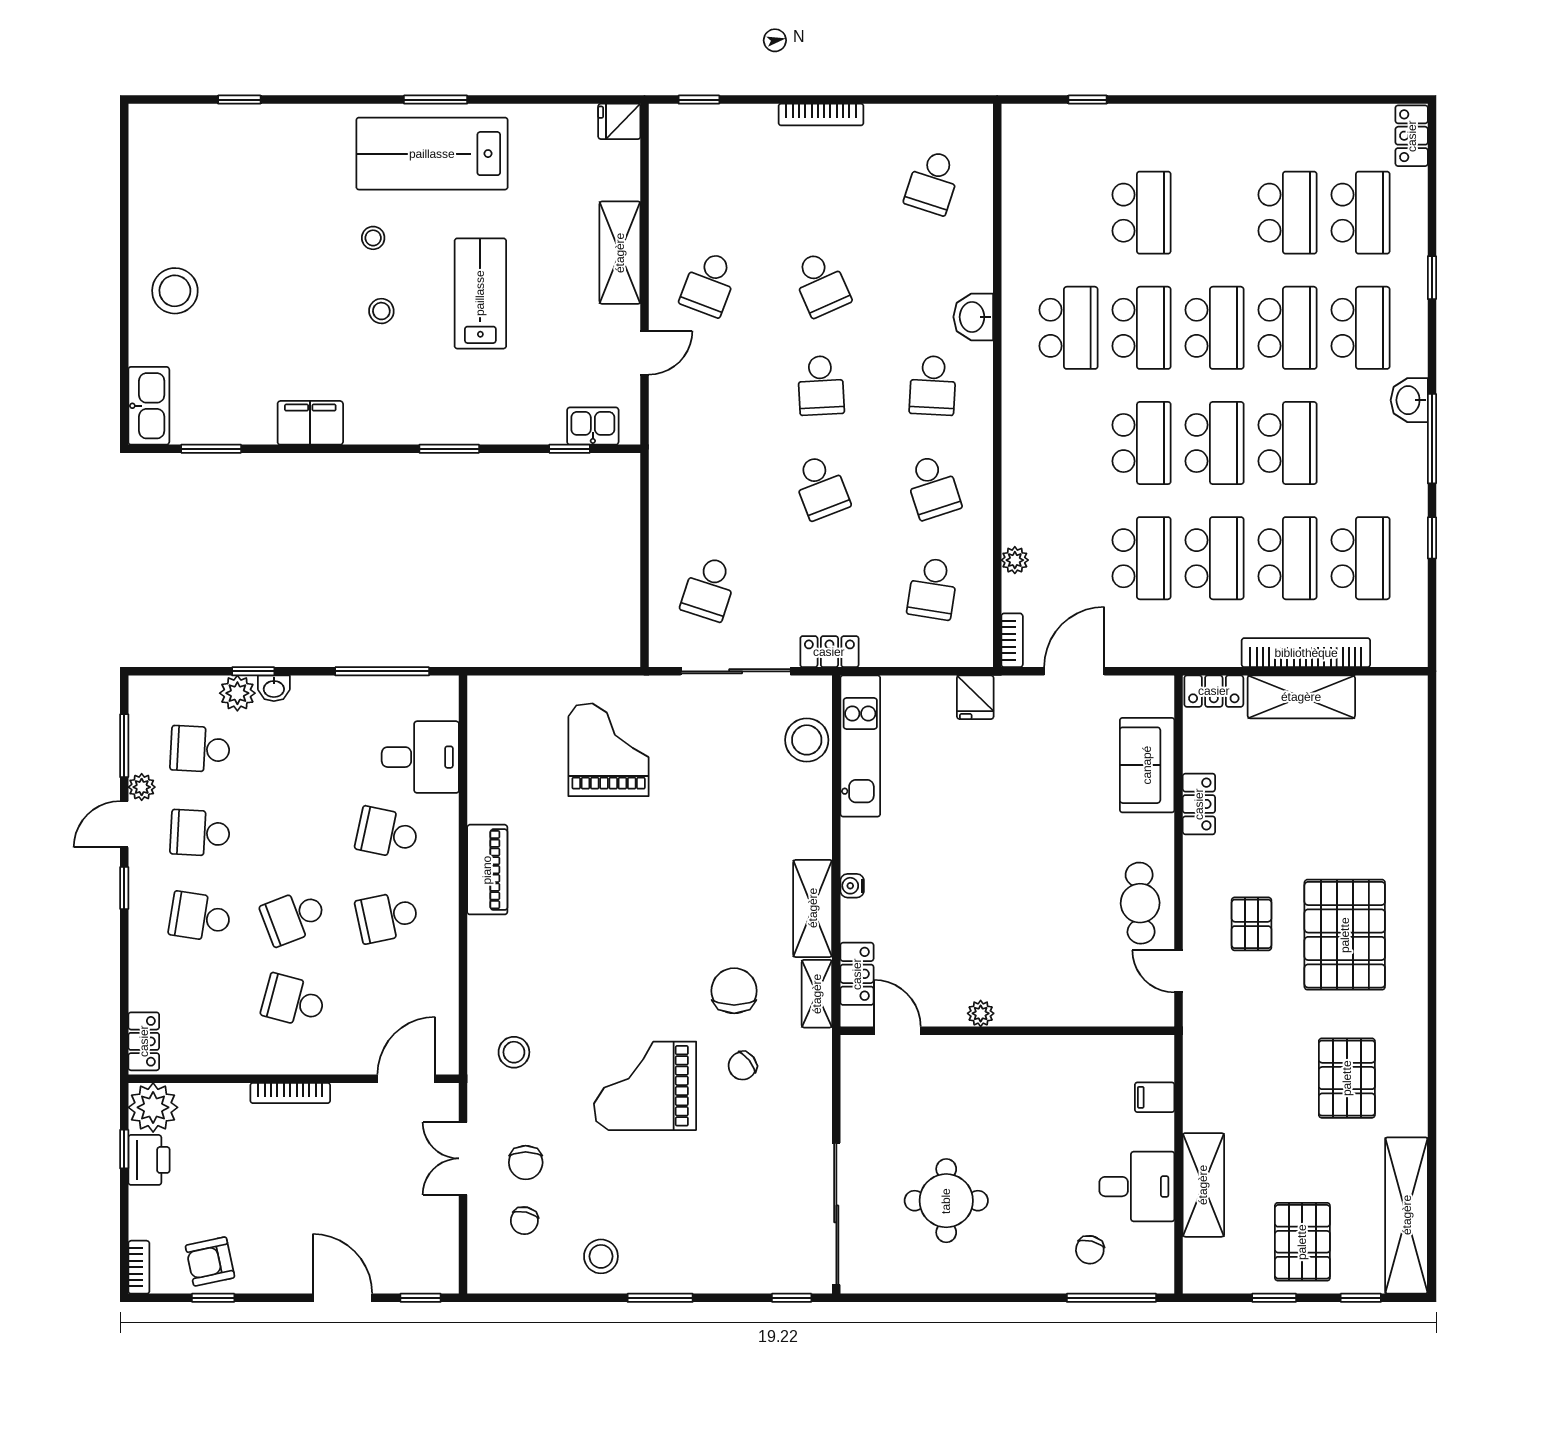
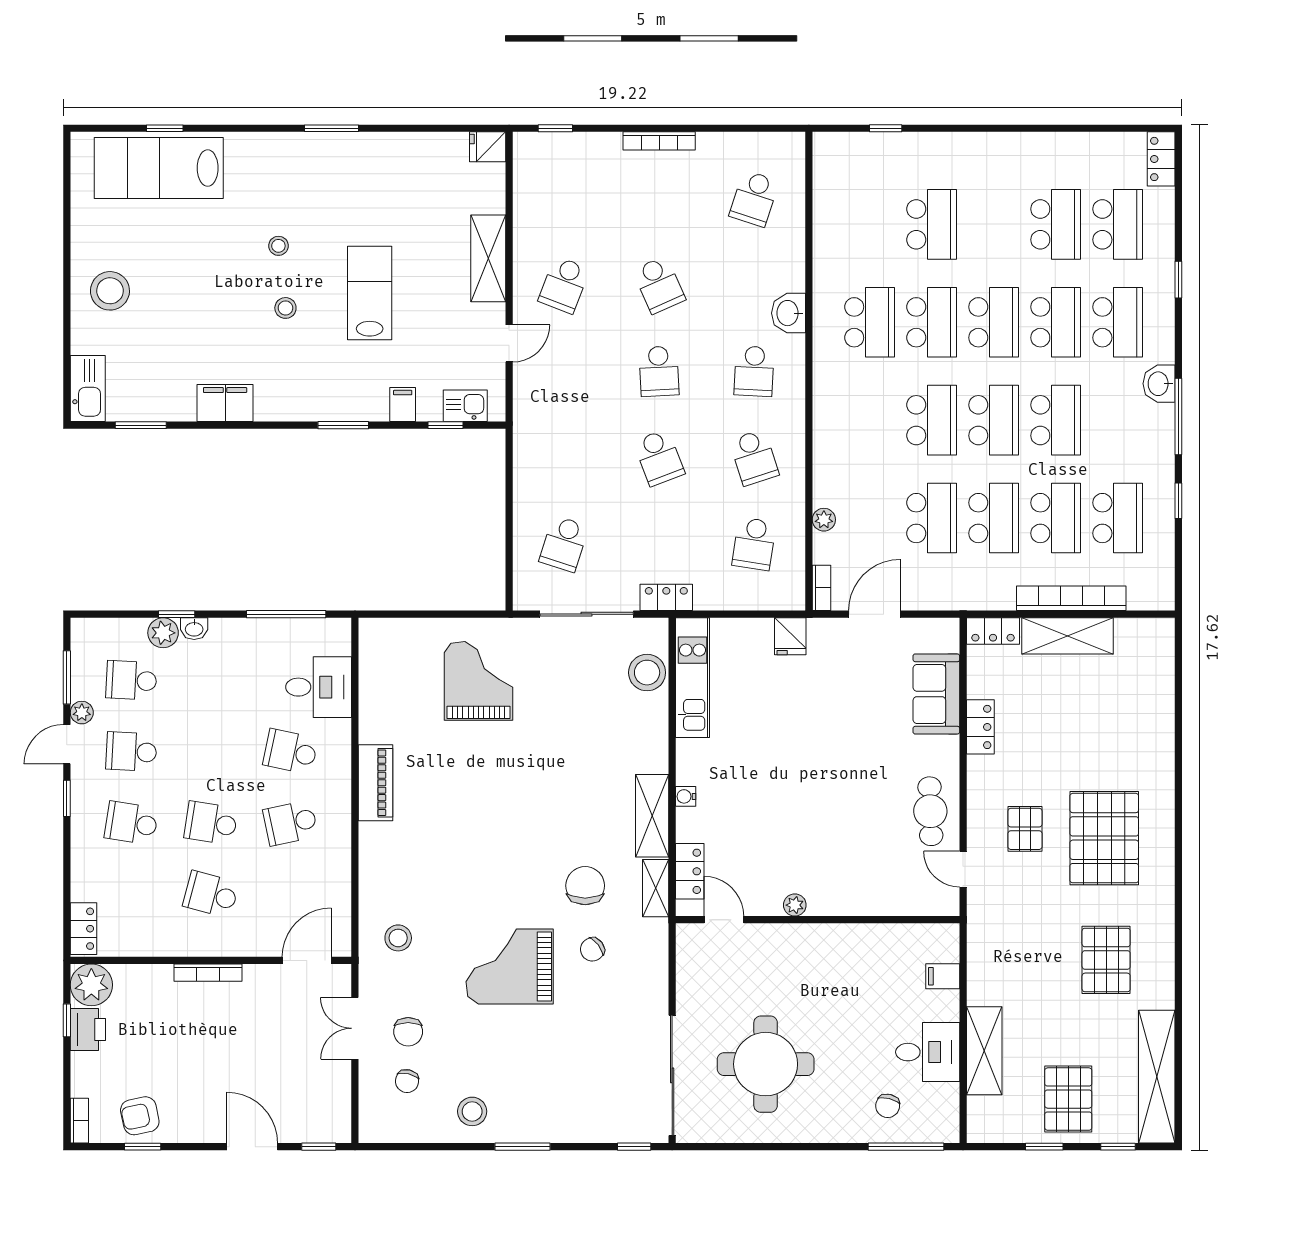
lab bench: (432, 154) -> (159, 168), moved
filing cabinet: (519, 425) -> (403, 405), added
school desk: (294, 917) -> (211, 823), turned 30
round table: (946, 1201) -> (766, 1064), width x1.36, depth x1.36

